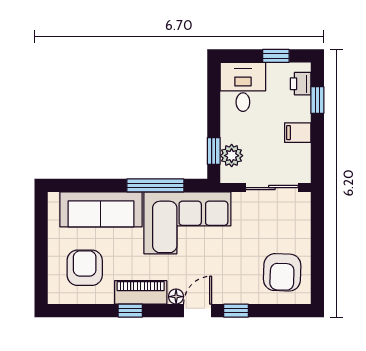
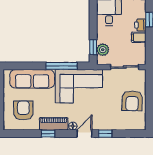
printer: (301, 84) -> (140, 25), moved
armchair: (282, 272) -> (132, 101), moved

